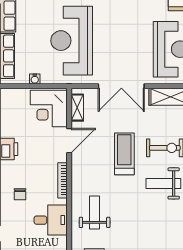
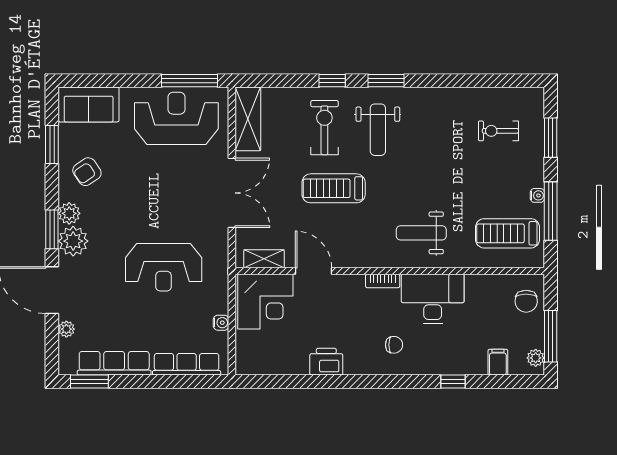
reception desk: (72, 41) -> (164, 267), width x0.74, depth x0.77
bookcase: (62, 180) -> (383, 281), width x0.64
desk: (51, 220) -> (433, 299), width x1.37

